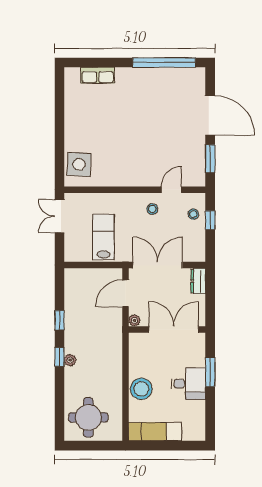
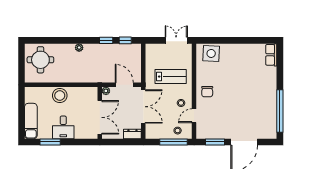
row of seats: (98, 75) -> (271, 55), moved
chair: (135, 170) -> (207, 92), added
door: (171, 190) -> (194, 116), swing flipped
window: (210, 220) -> (173, 142), width x2.17
lab bench: (103, 237) -> (171, 77), moved
window: (59, 357) -> (125, 40), moved
window: (210, 372) -> (50, 142), moved
exam couch: (155, 432) -> (31, 121), moved

